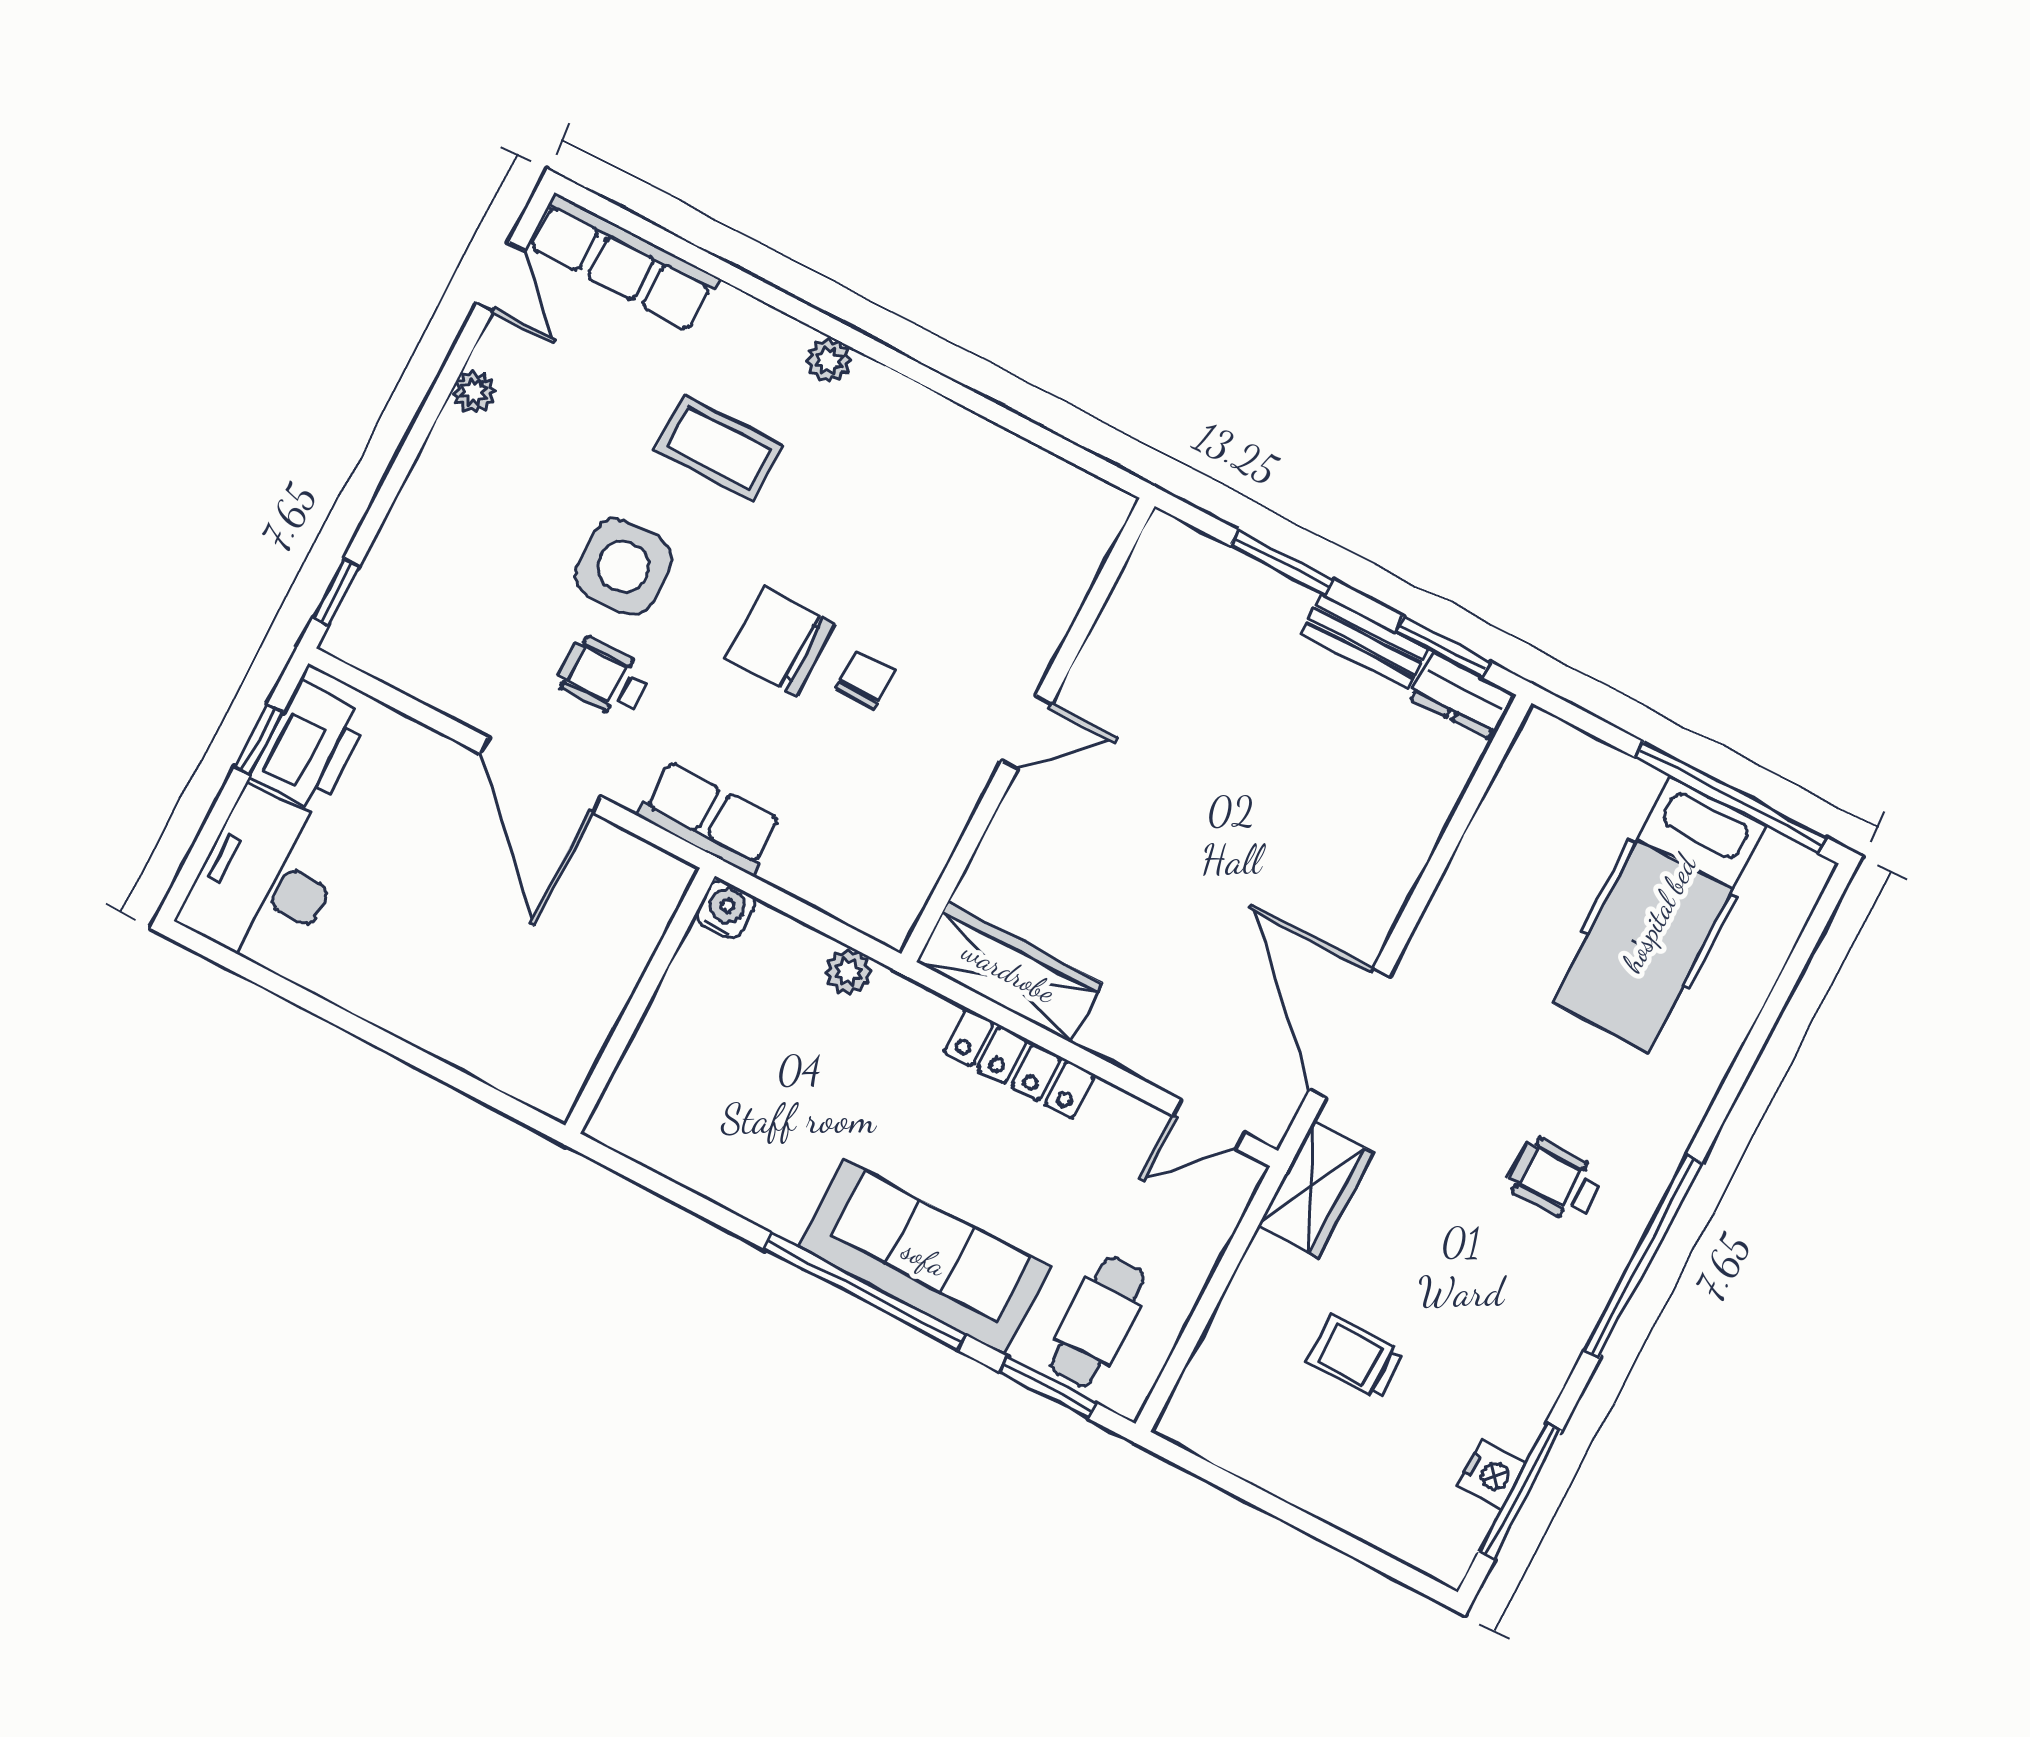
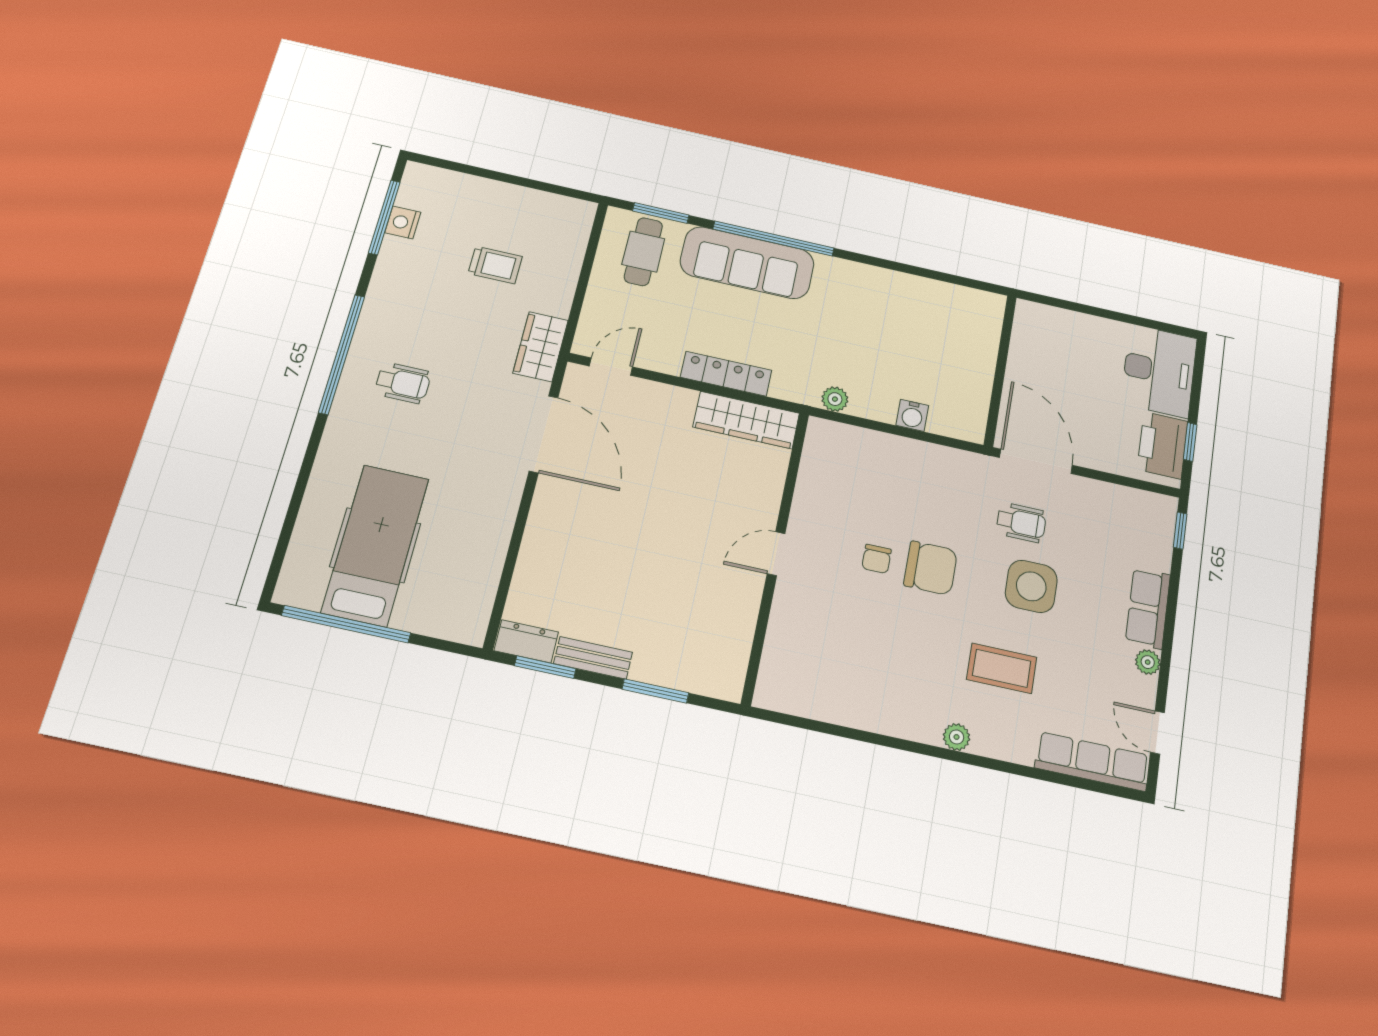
row of seats: (710, 818) -> (1148, 608), moved, turned 90
wall: (640, 1001) -> (1000, 370), moved

